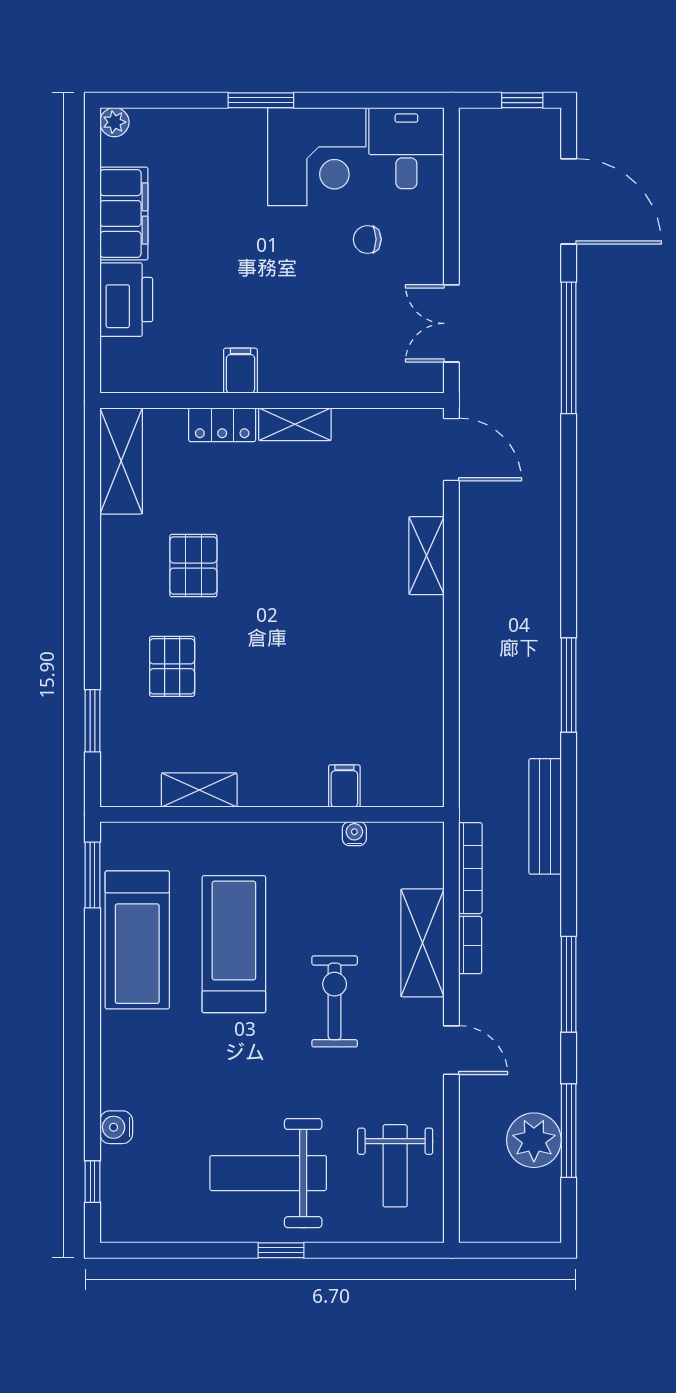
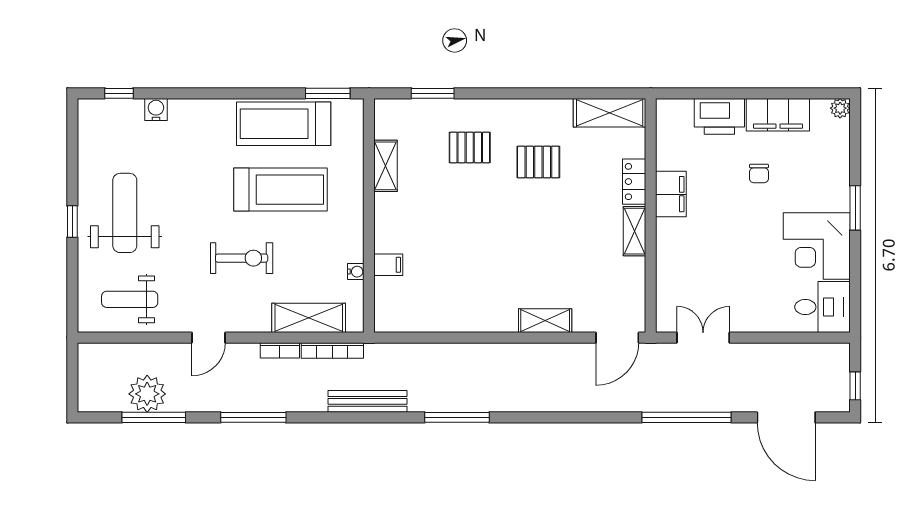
door: (569, 201) -> (786, 417), hinge flipped
chair: (367, 239) -> (759, 174), moved, turned 180
filing cabinet: (240, 371) -> (671, 194), width x2.00
shelving: (422, 943) -> (309, 318), moved

